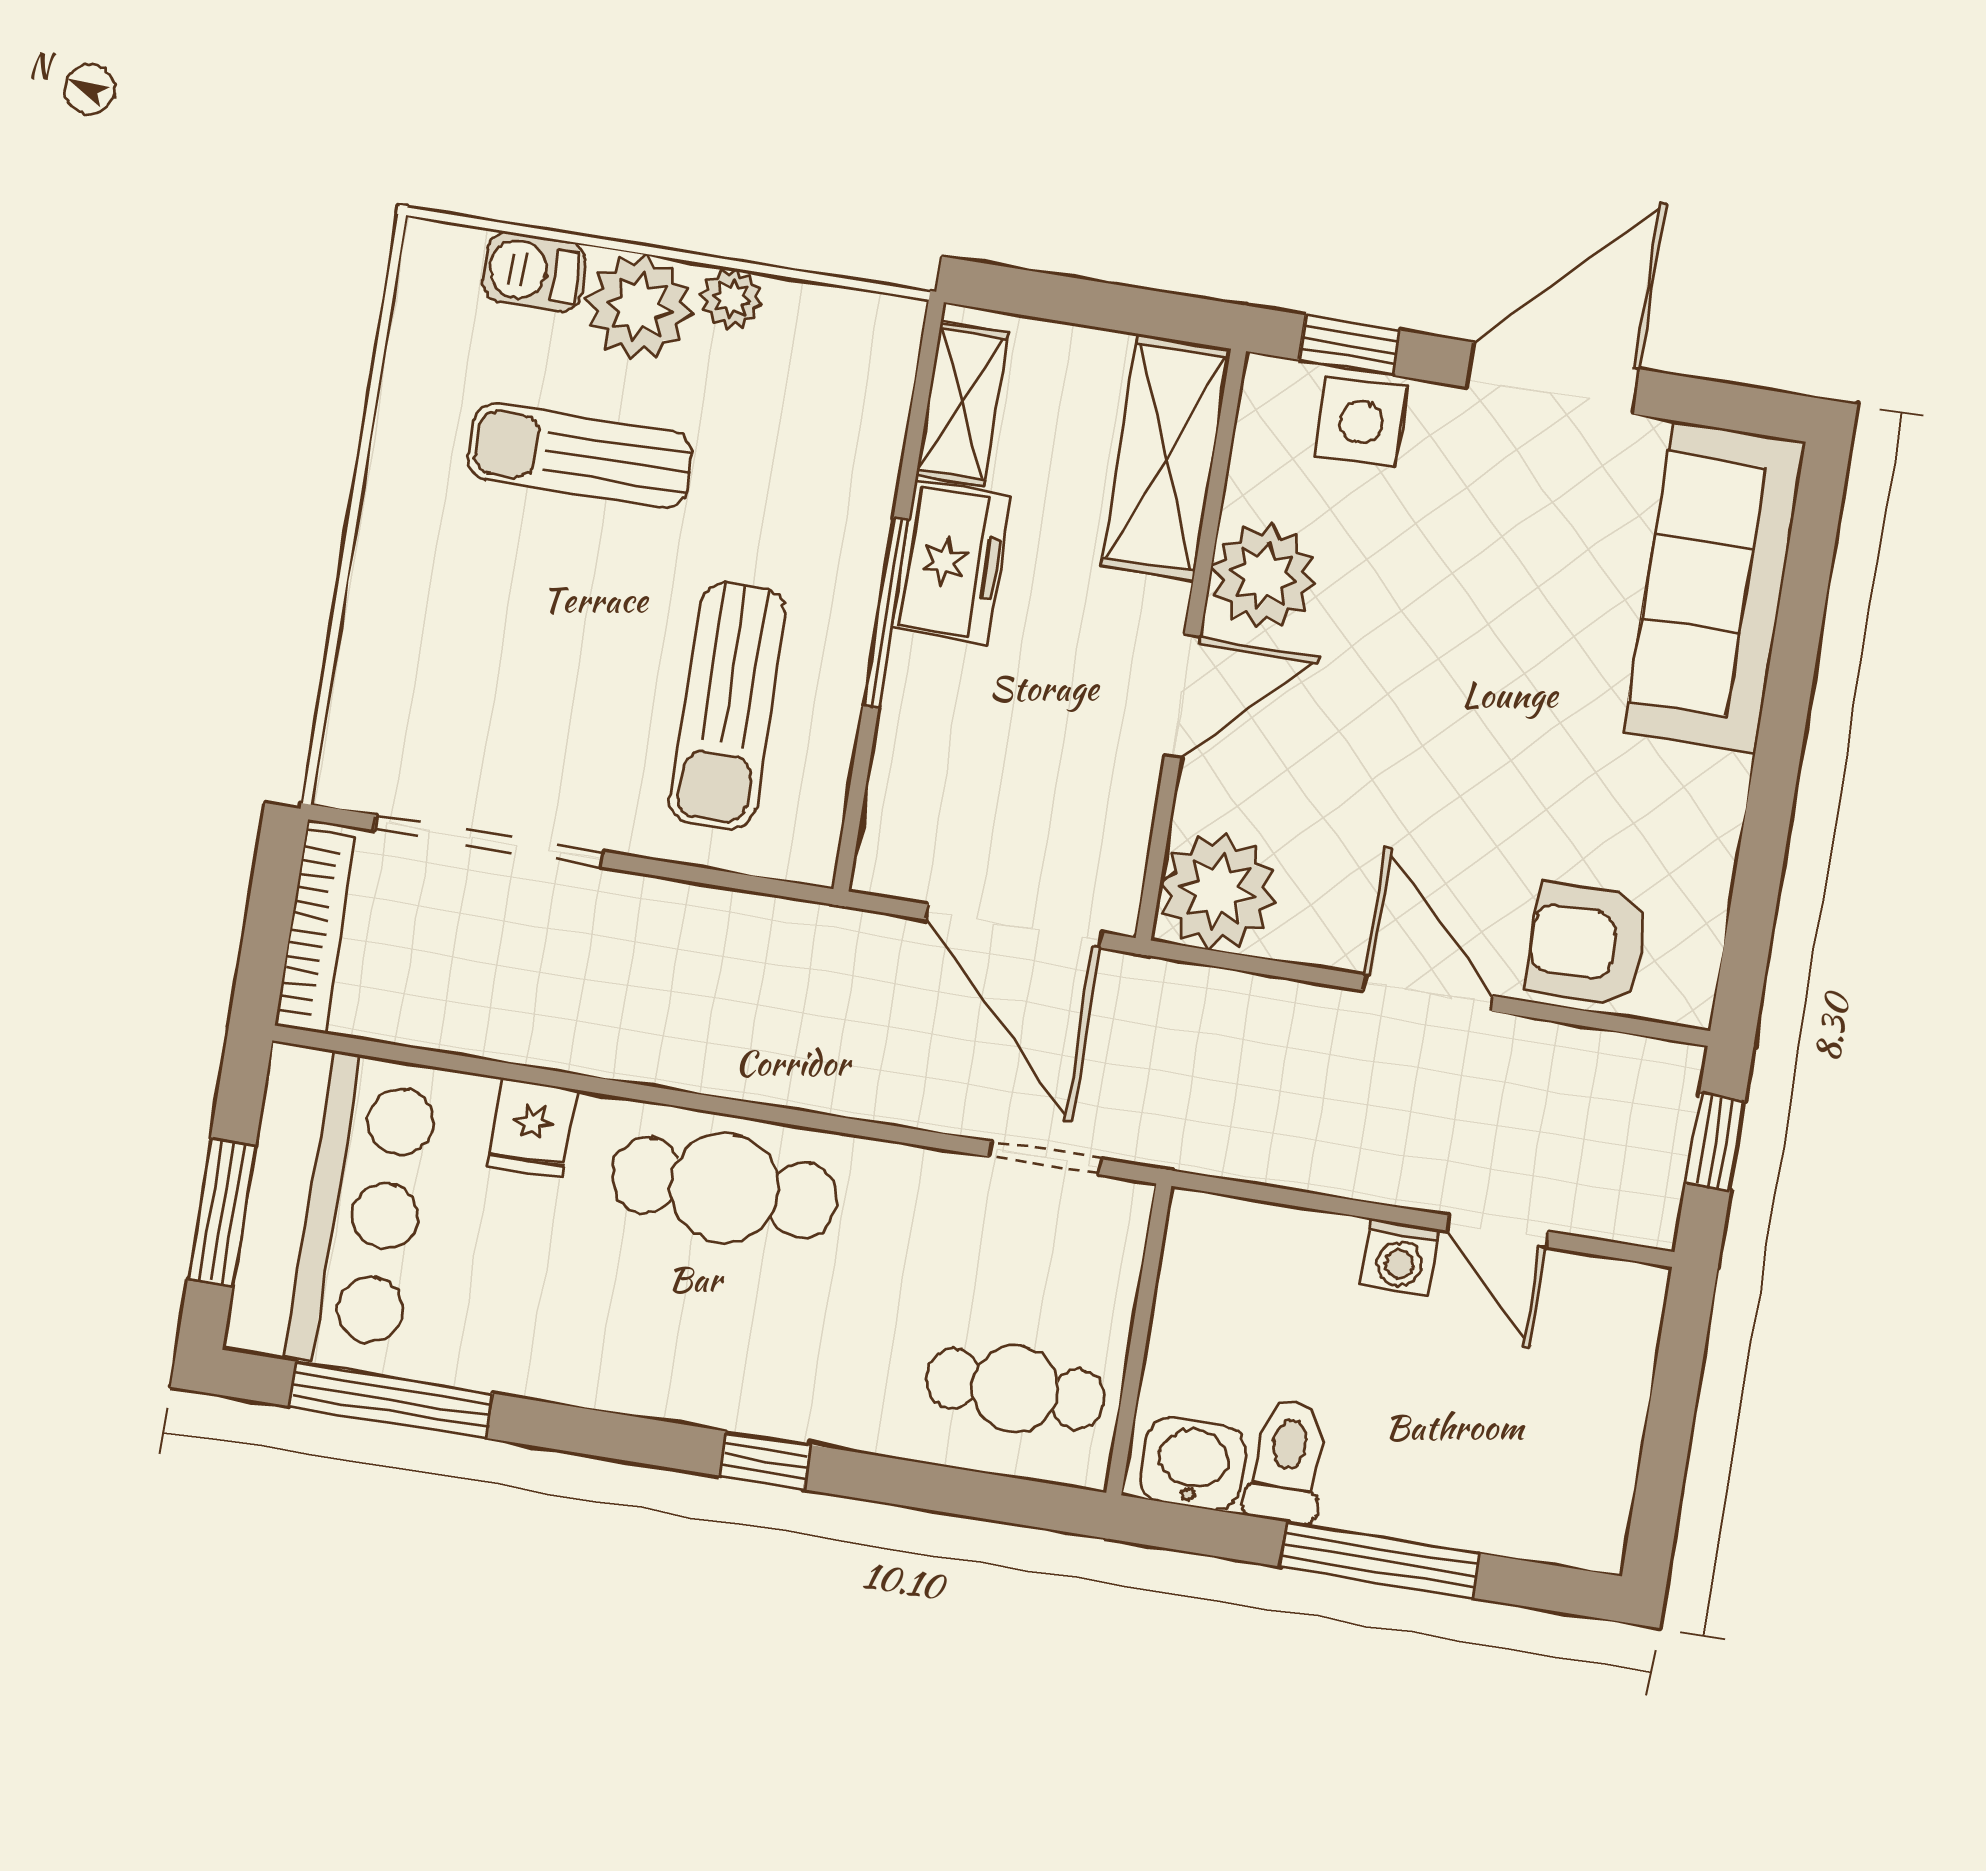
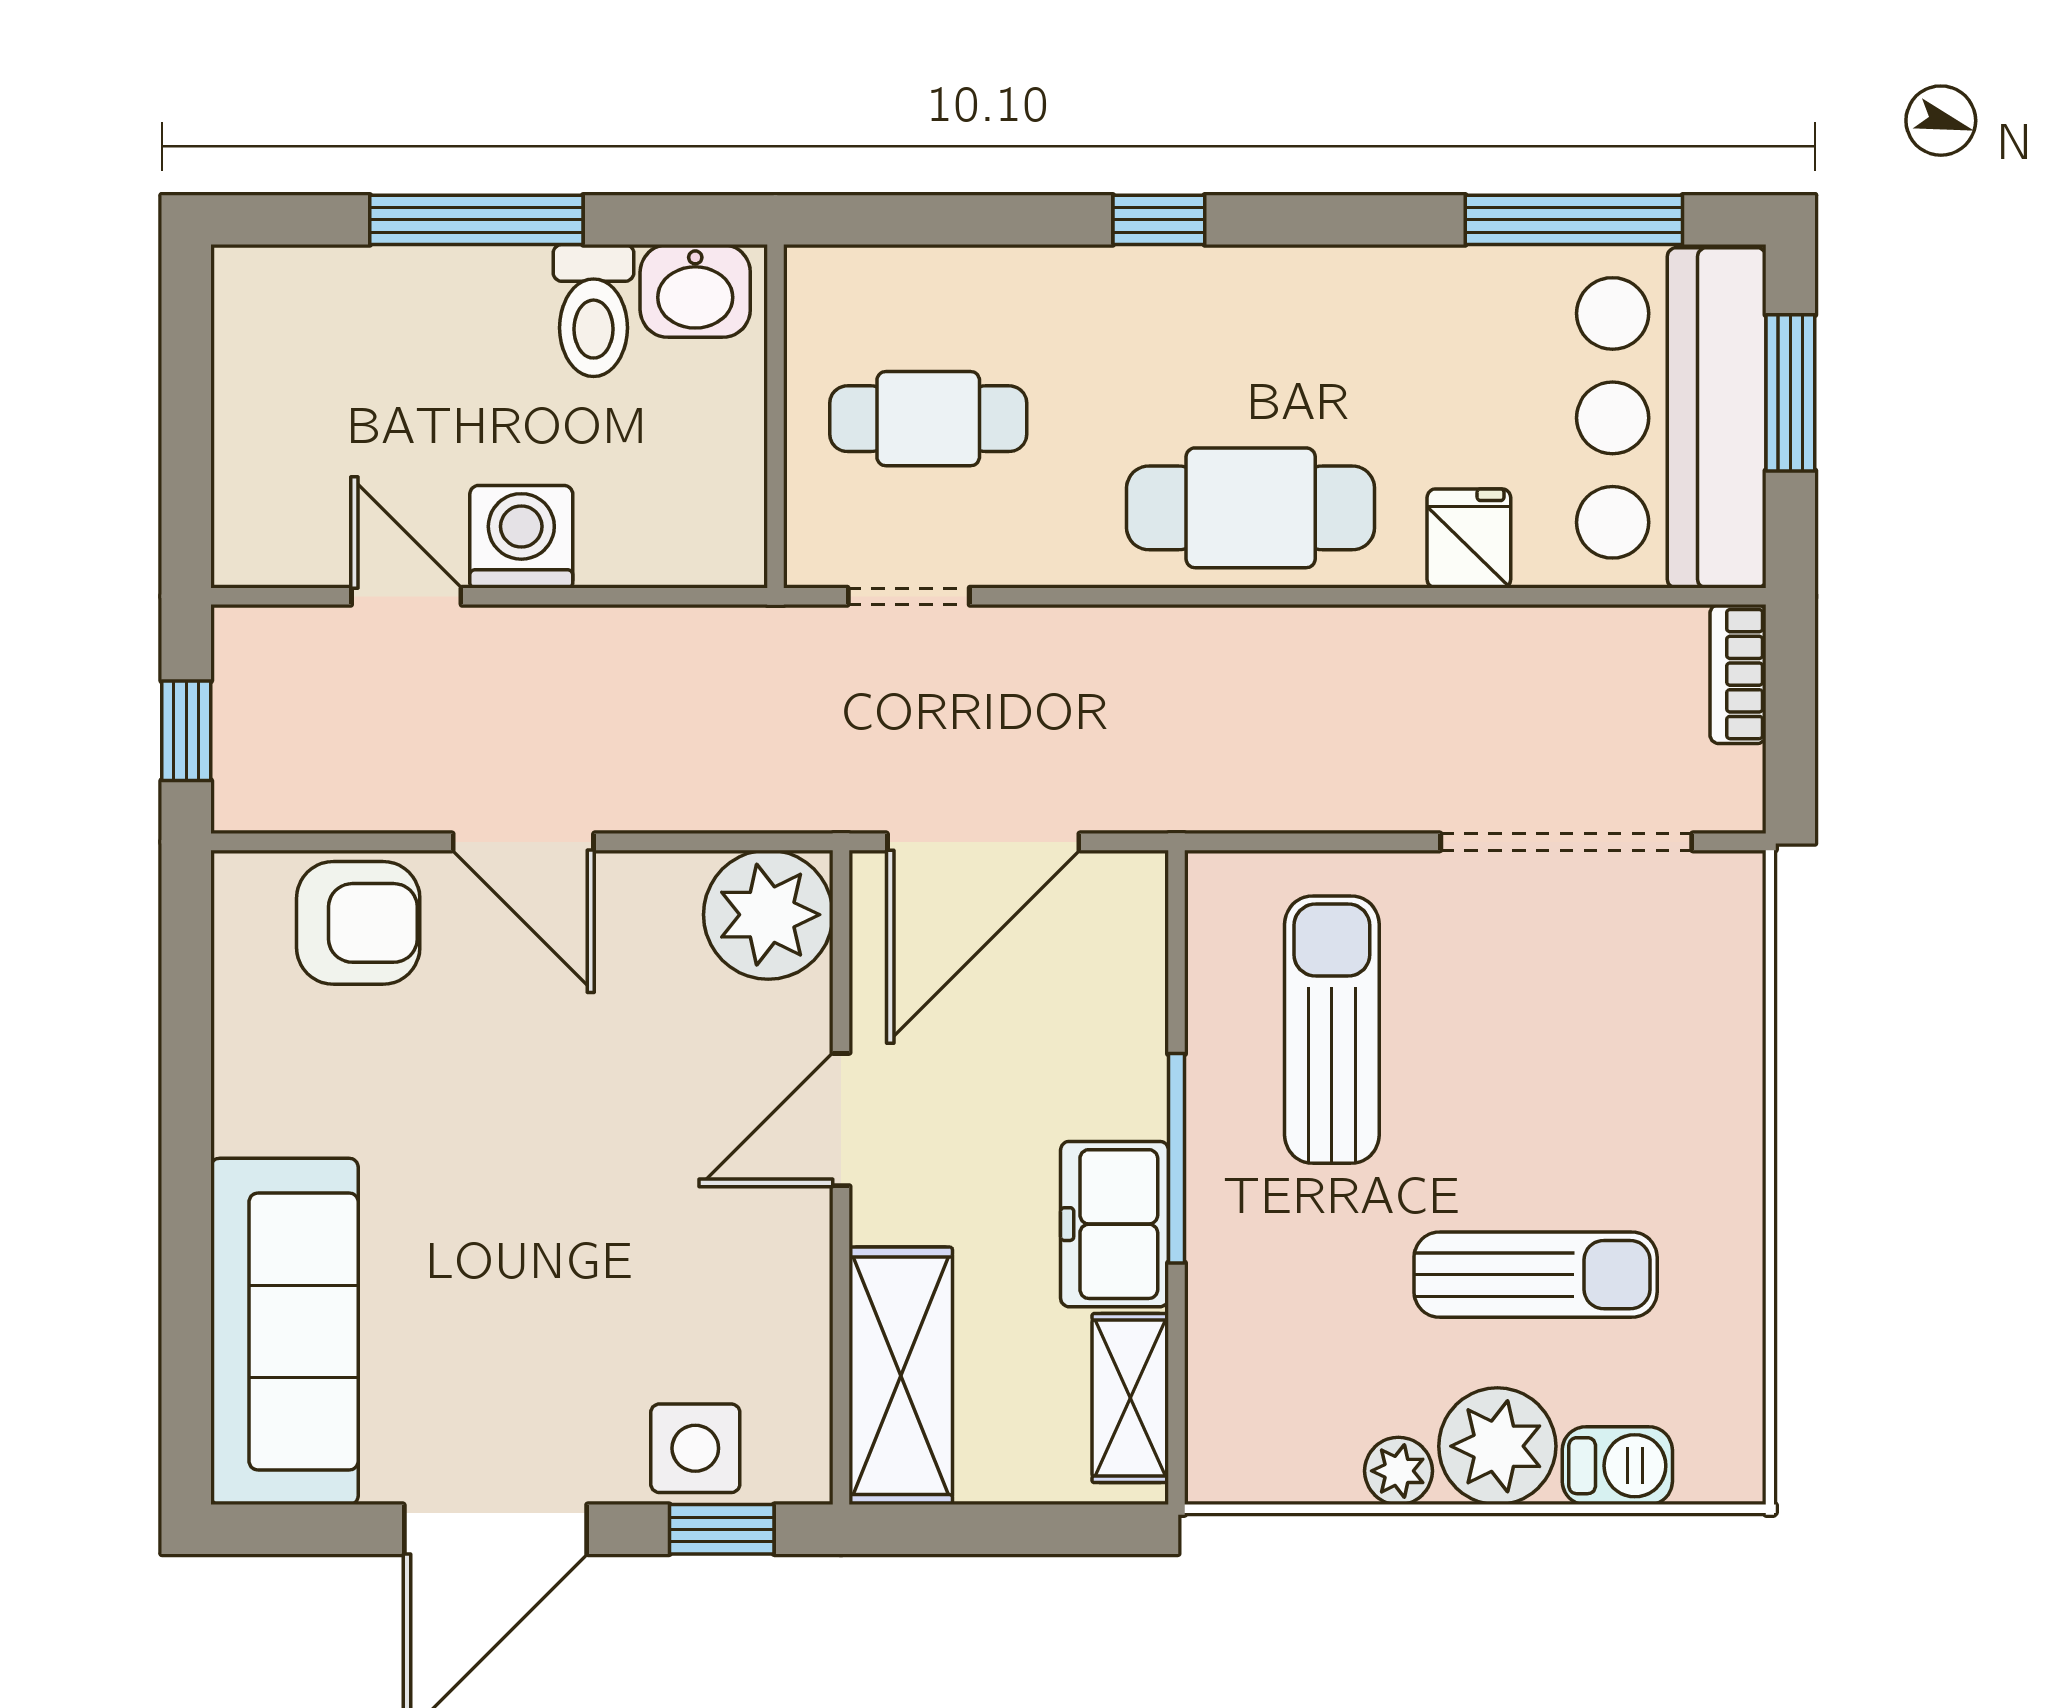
plant: (1264, 576) -> (774, 1265), removed
door: (1014, 926) -> (983, 842), swing flipped
bookcase: (316, 932) -> (1738, 674), width x0.64
washing machine: (1400, 1257) -> (521, 537), width x1.38, depth x1.38
cafe table: (1016, 1389) -> (928, 419), moved

